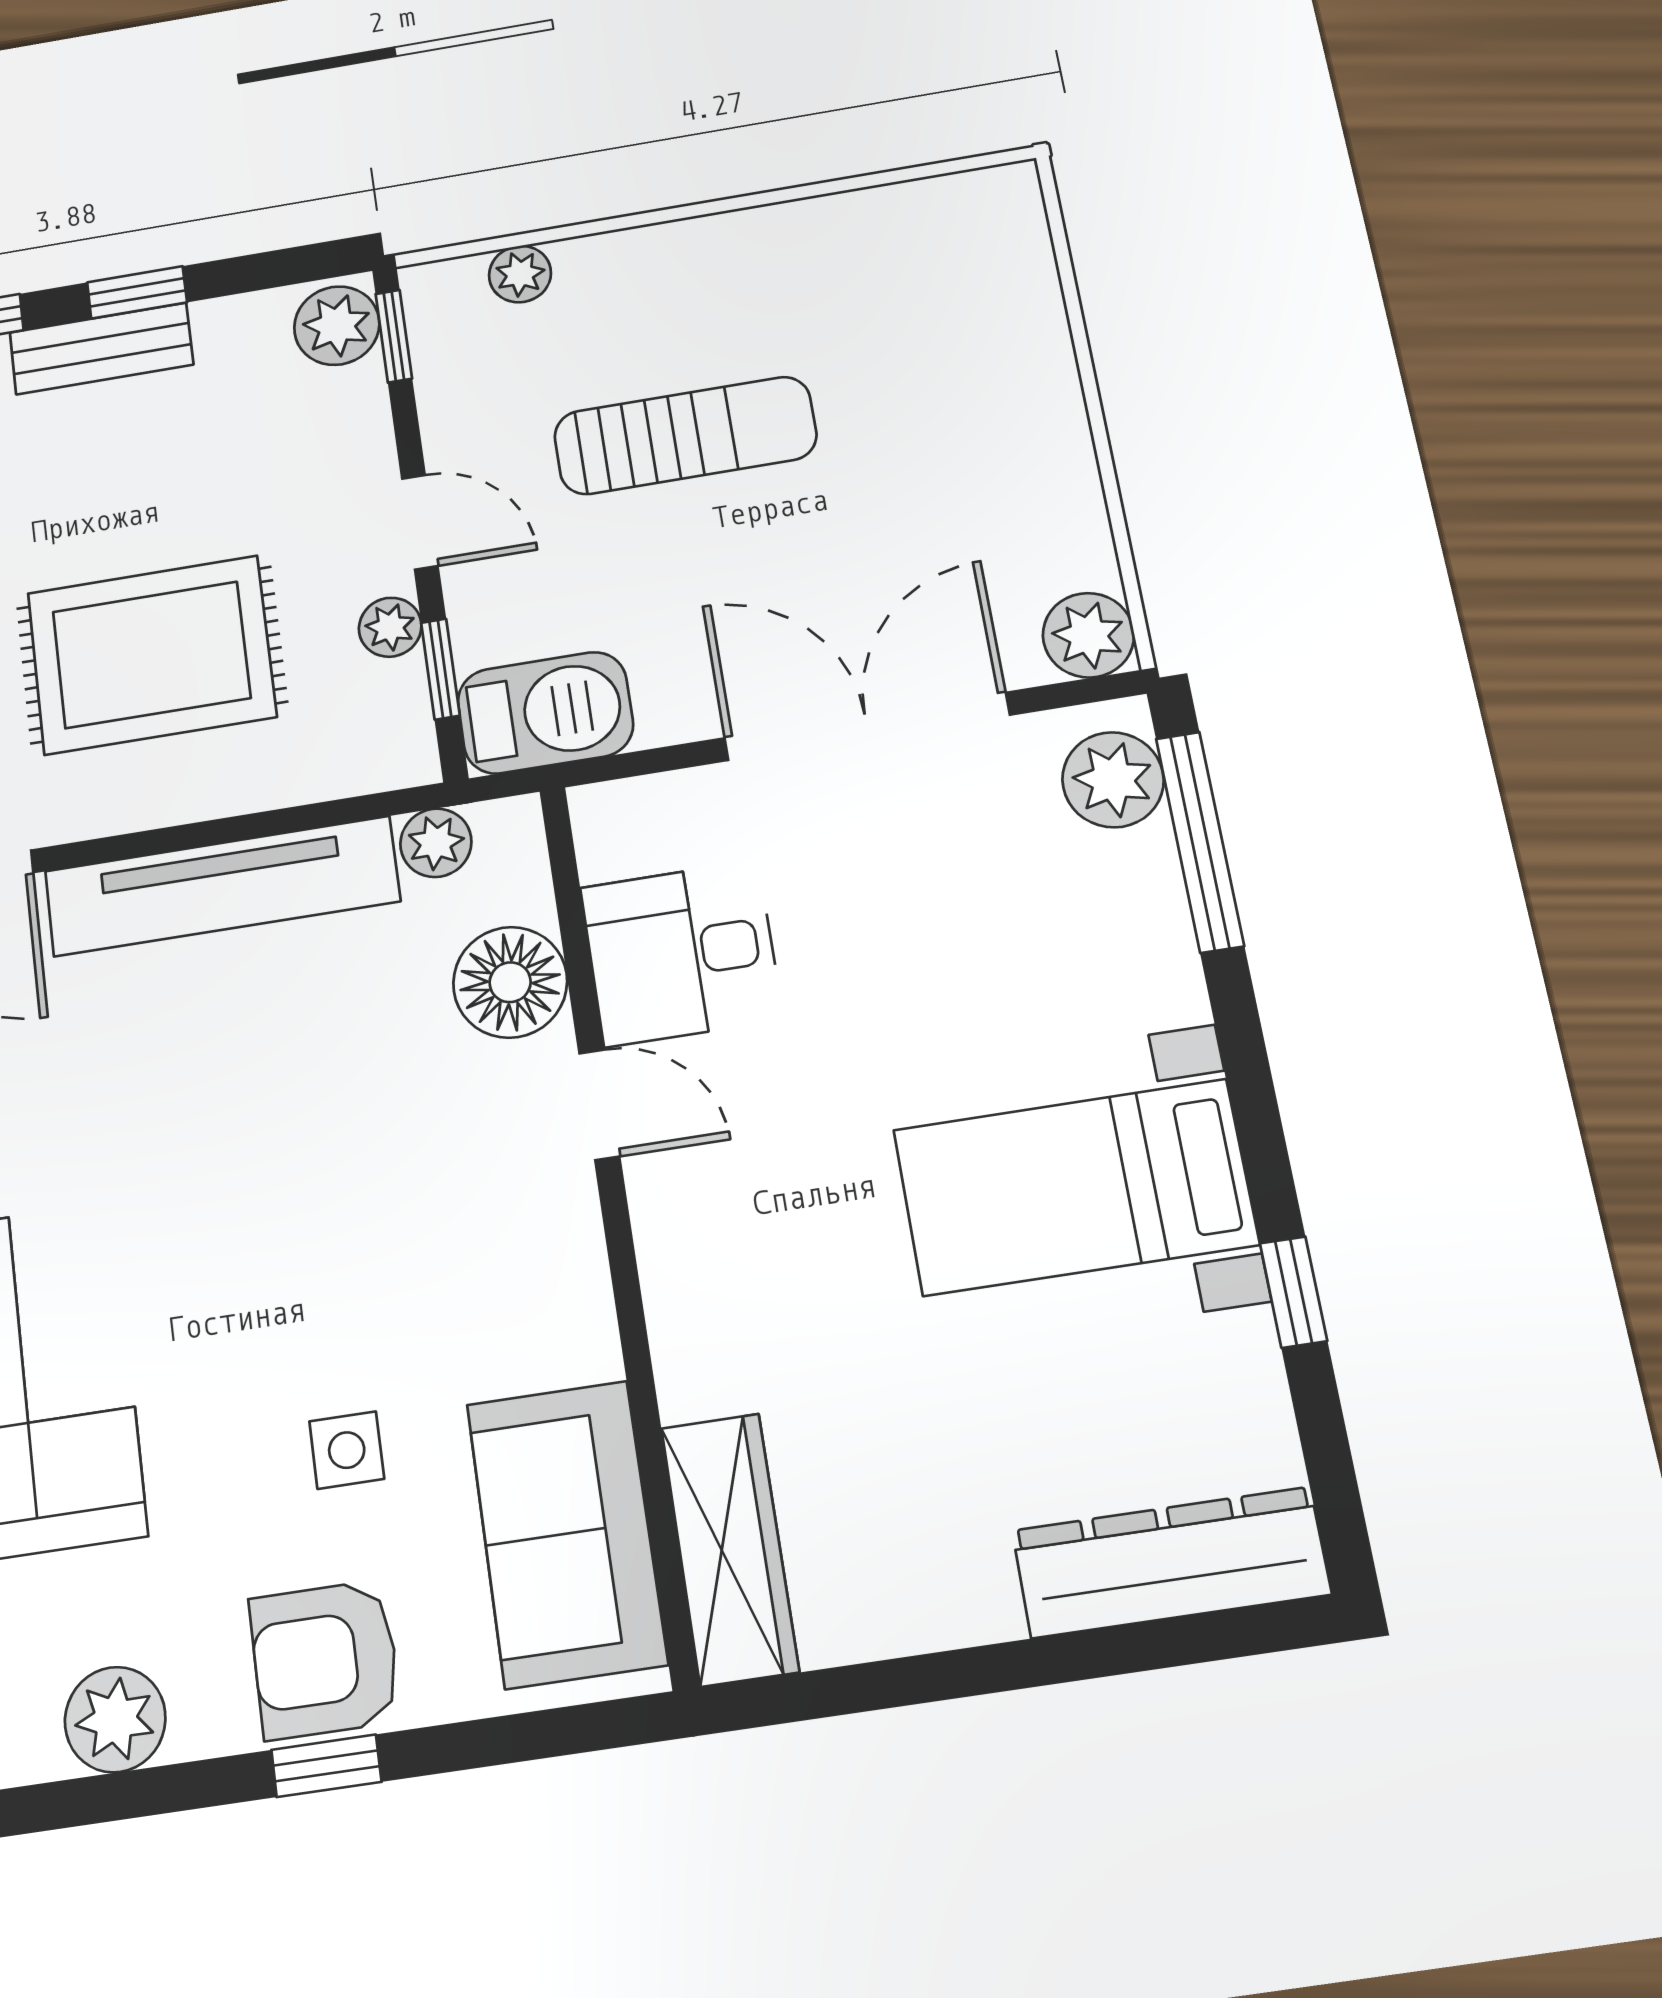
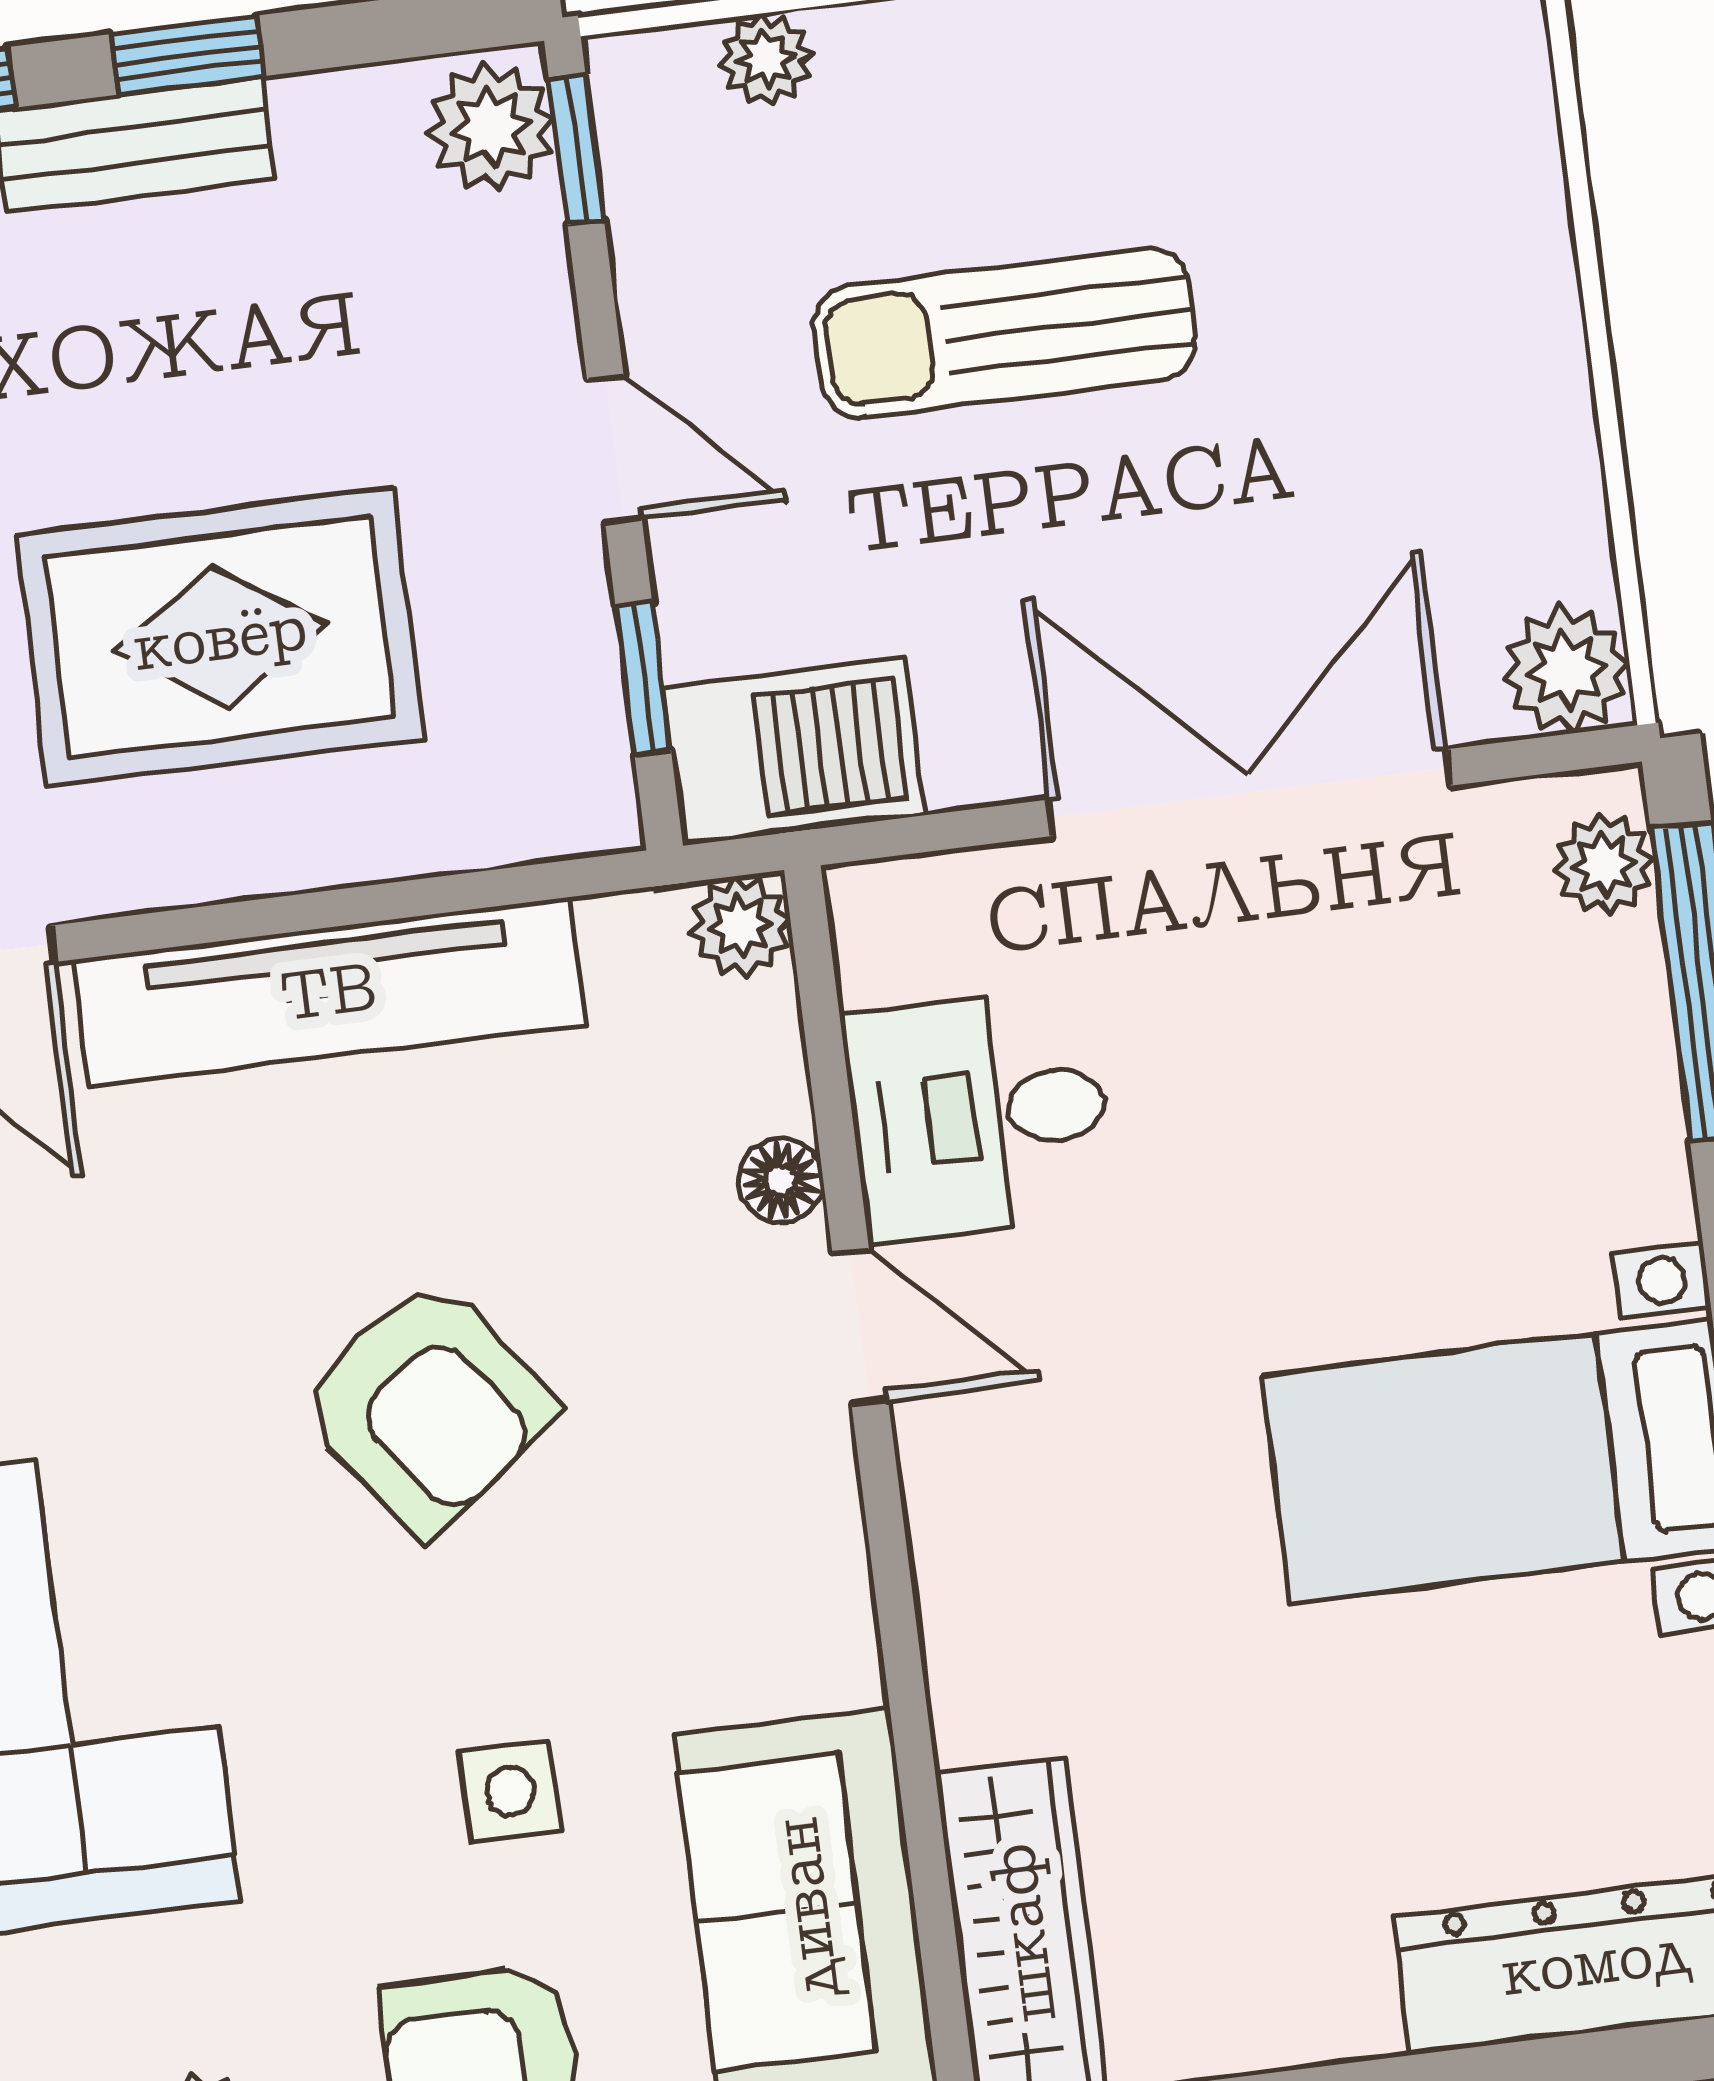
sun lounger: (685, 436) -> (1005, 333), turned 180
plant: (390, 627) -> (570, 611), removed
plant: (1113, 780) -> (1604, 865), width x0.73, depth x0.73
plant: (436, 843) -> (740, 926), moved
floor lamp: (510, 982) -> (781, 1180), width x0.53, depth x0.53
armchair: (288, 1171) -> (427, 1406), added

